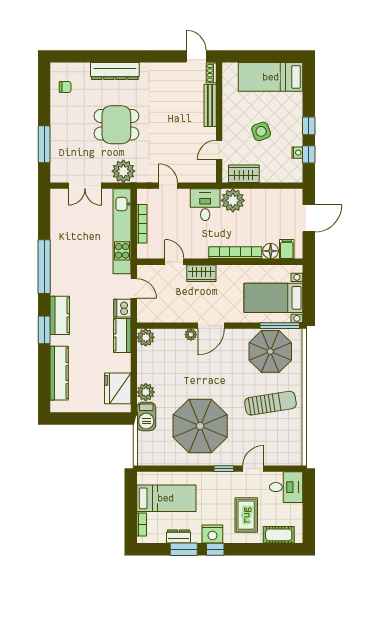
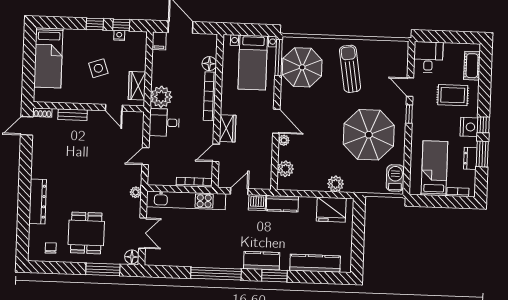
bench: (210, 105) -> (73, 115), width x0.73
dining table: (116, 125) -> (86, 233), moved
plant: (123, 171) -> (136, 192), width x0.53, depth x0.53
floor lamp: (59, 175) -> (132, 257), added
bookcase: (142, 224) -> (194, 182), moved
filing cabinet: (287, 249) -> (159, 41), moved, turned -90
plant: (146, 337) -> (286, 169), moved
barbecue: (146, 416) -> (395, 178), moved, turned -90

